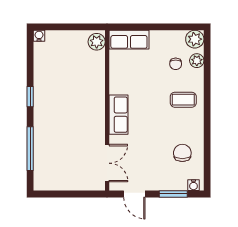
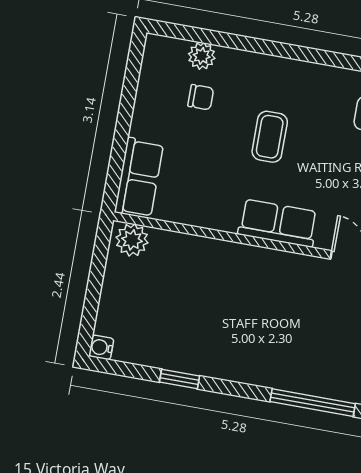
plant: (195, 39) -> (160, 52), removed
window: (30, 97) -> (180, 379), moved
coffee table: (183, 100) -> (270, 137), moved

